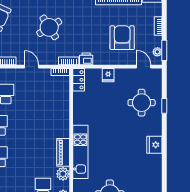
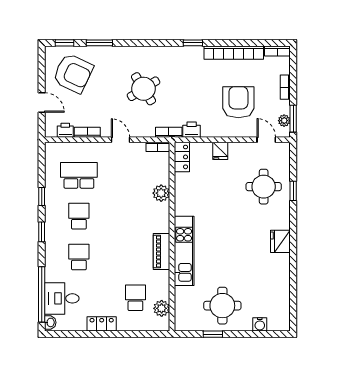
plant: (63, 174) -> (161, 193), moved

